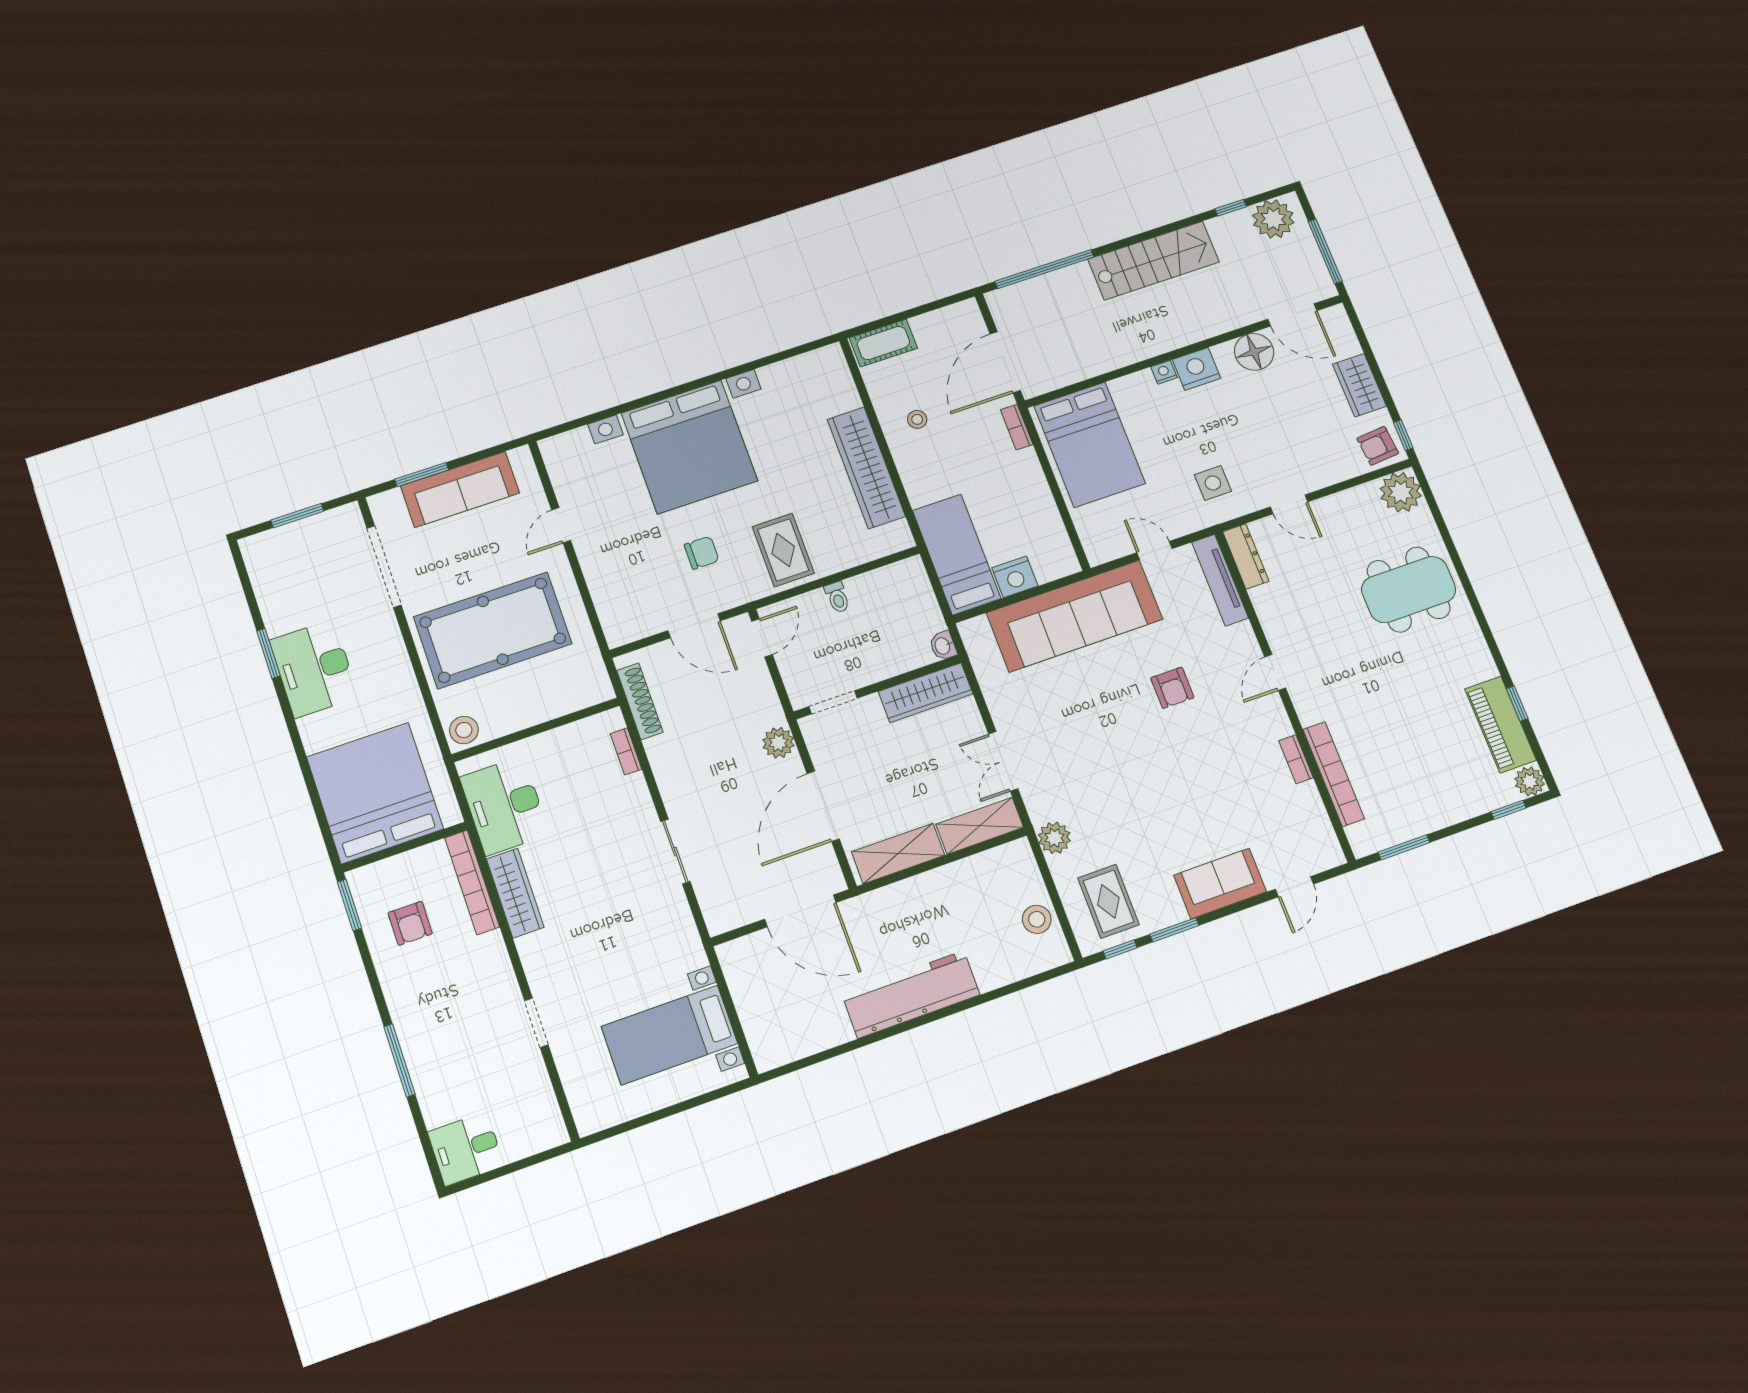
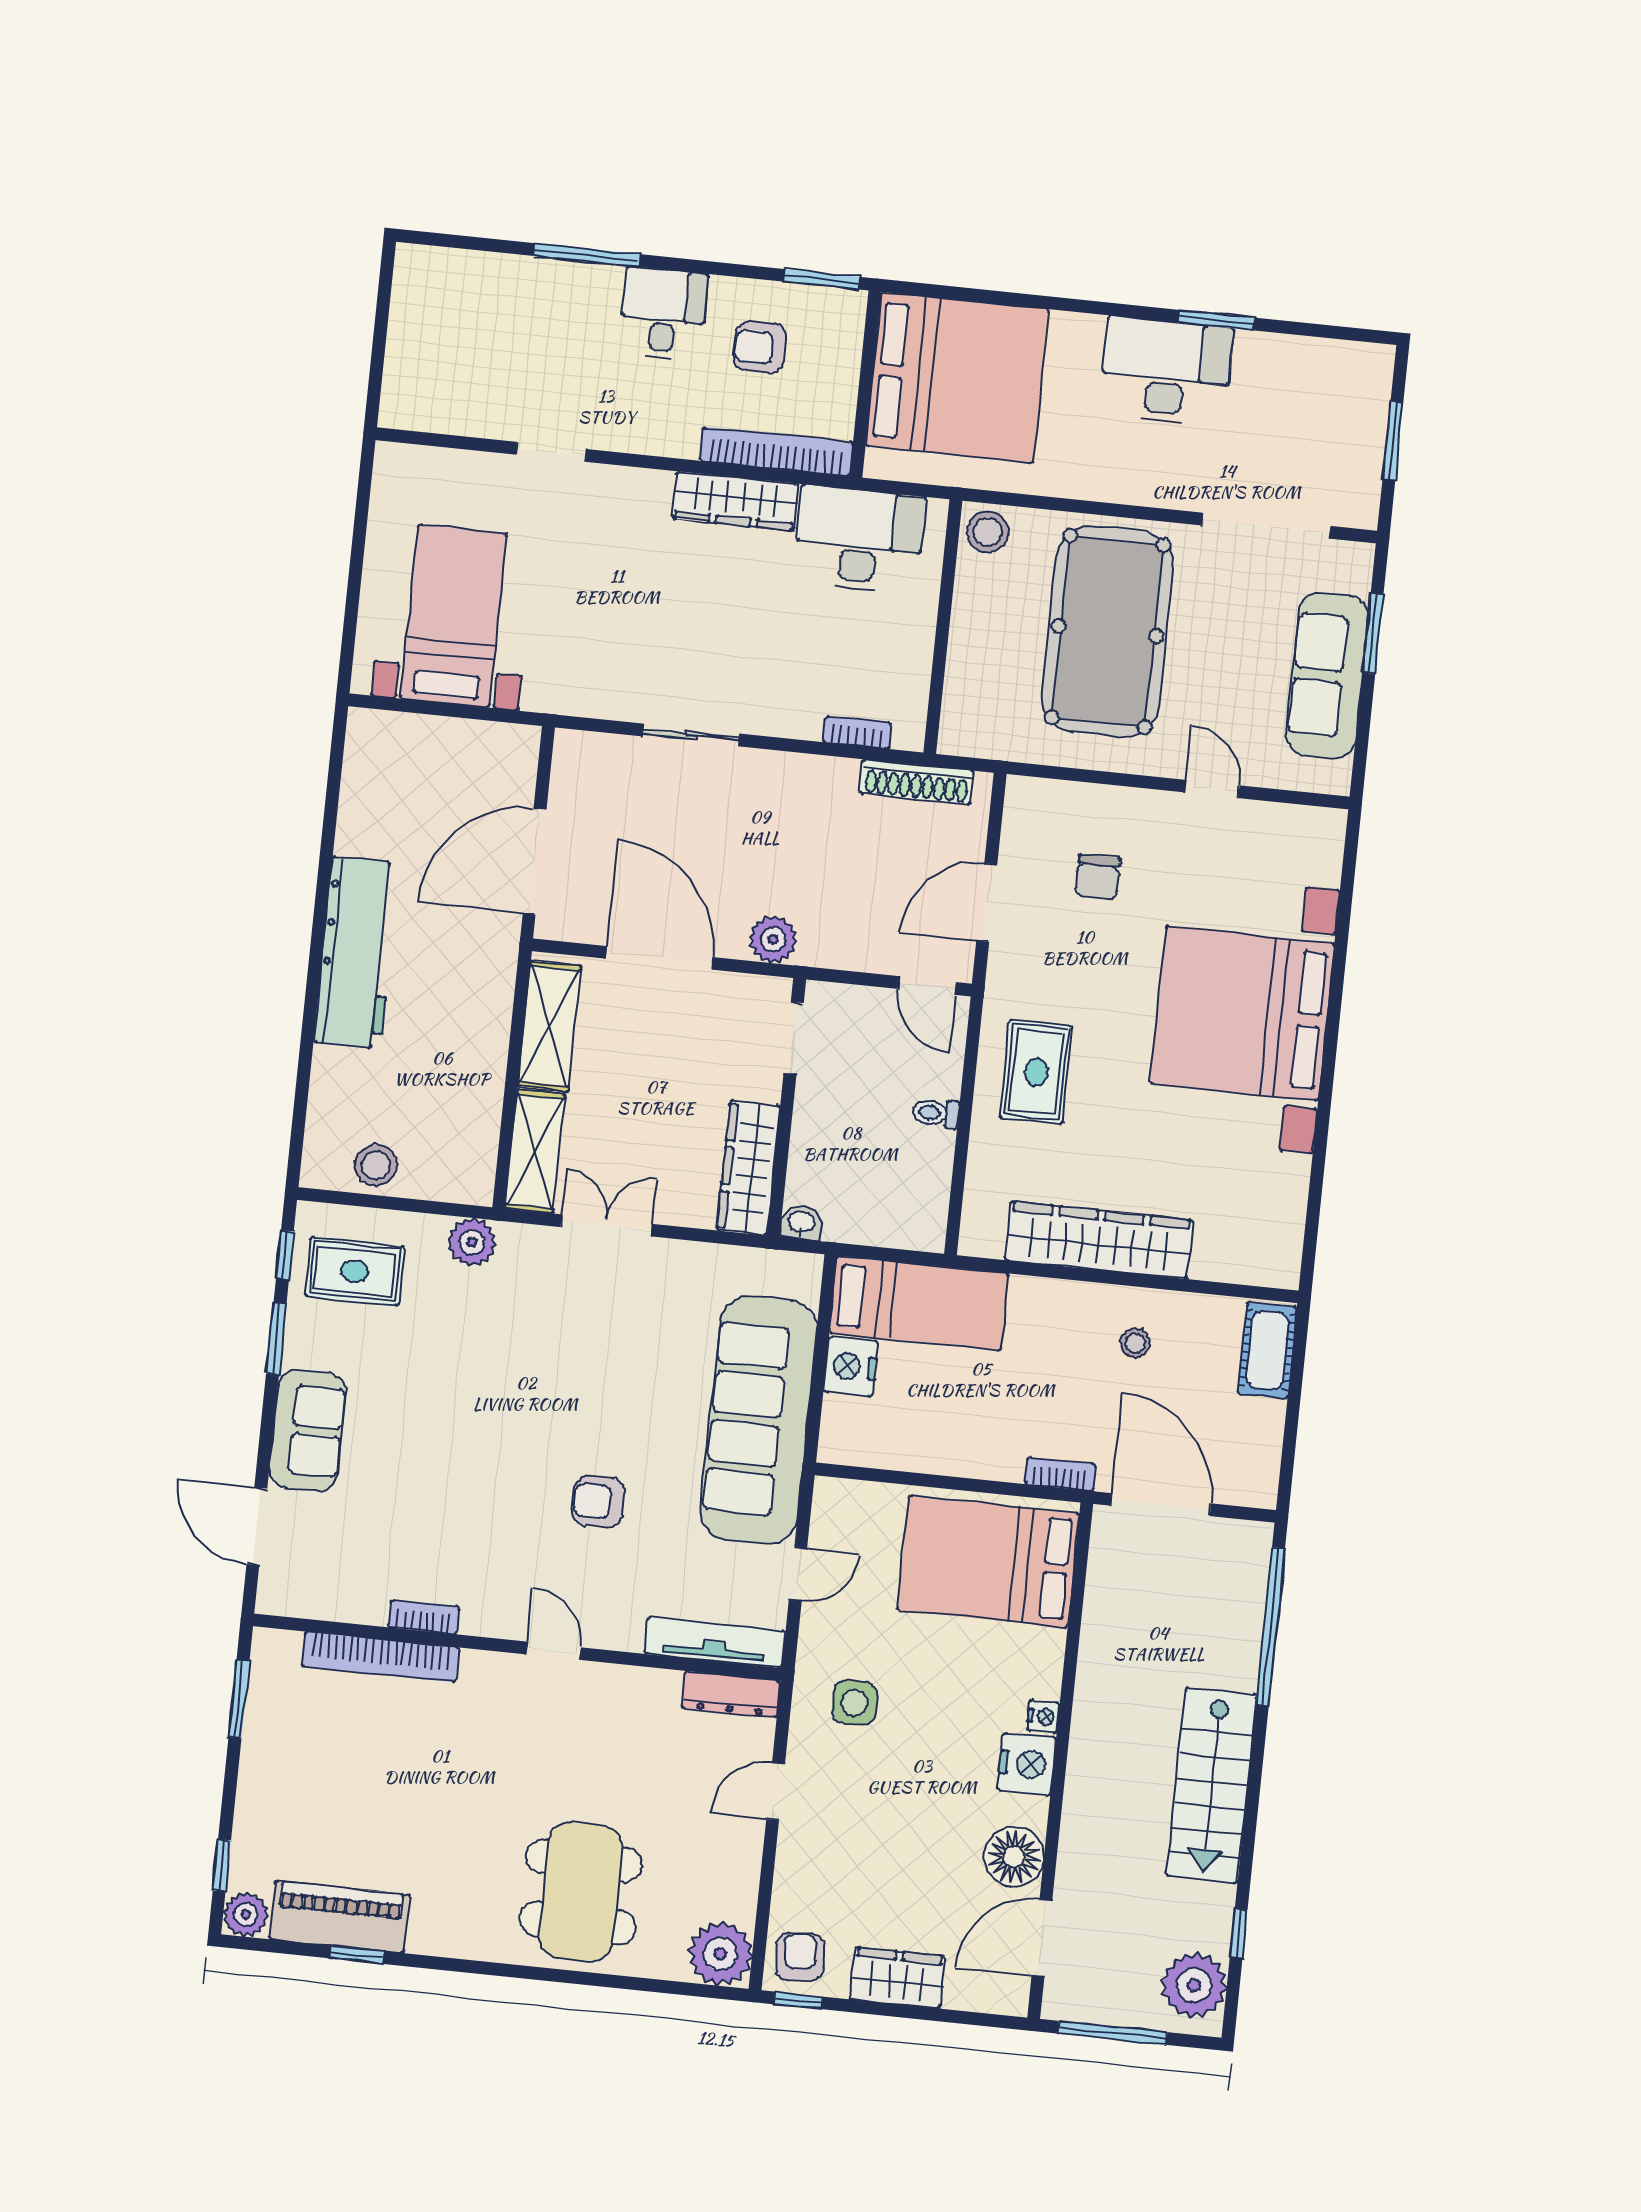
rug: (783, 550) -> (1036, 1072), turned 90
chair: (702, 553) -> (1098, 877), moved
door: (1294, 887) -> (257, 1526), width x1.38
desk: (466, 1149) -> (664, 314), moved

